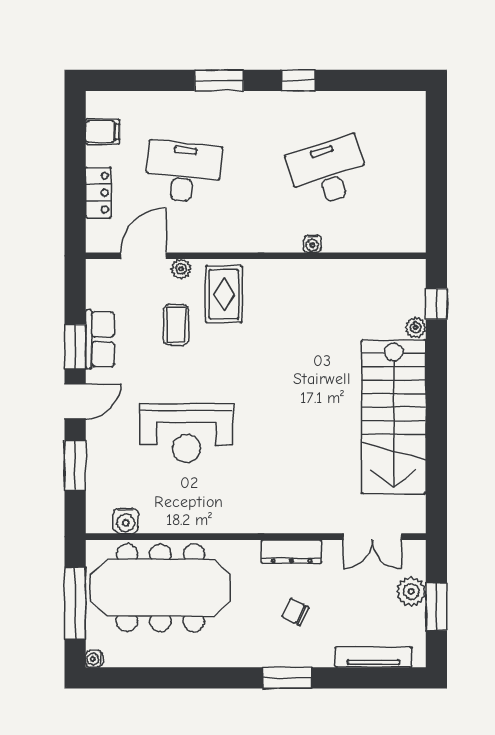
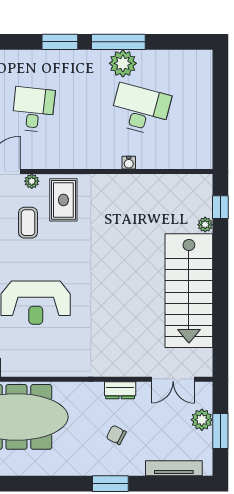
window: (298, 80) -> (118, 42), width x2.17
plant: (304, 110) -> (123, 63), added
desk: (183, 172) -> (33, 109), width x0.73
desk: (328, 172) -> (140, 109), turned 33
dresser: (291, 552) -> (120, 390), width x0.70

